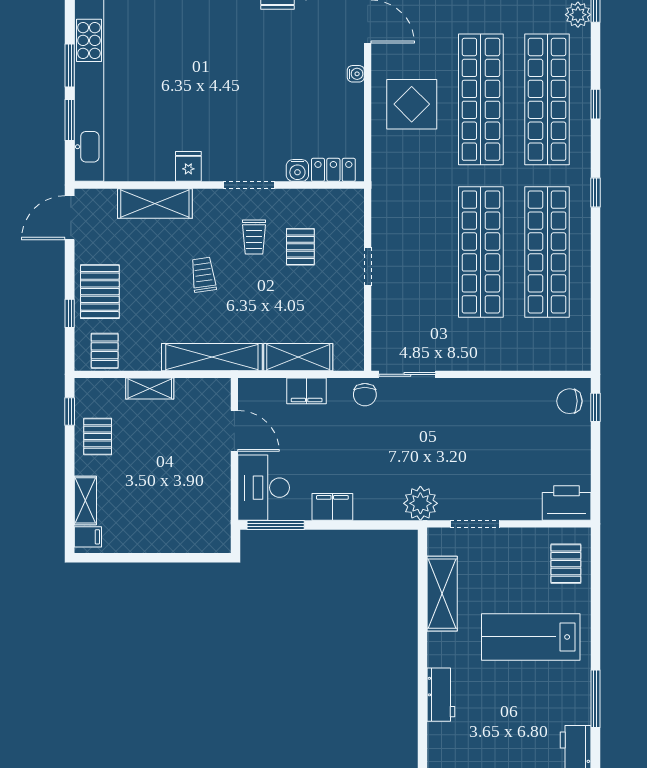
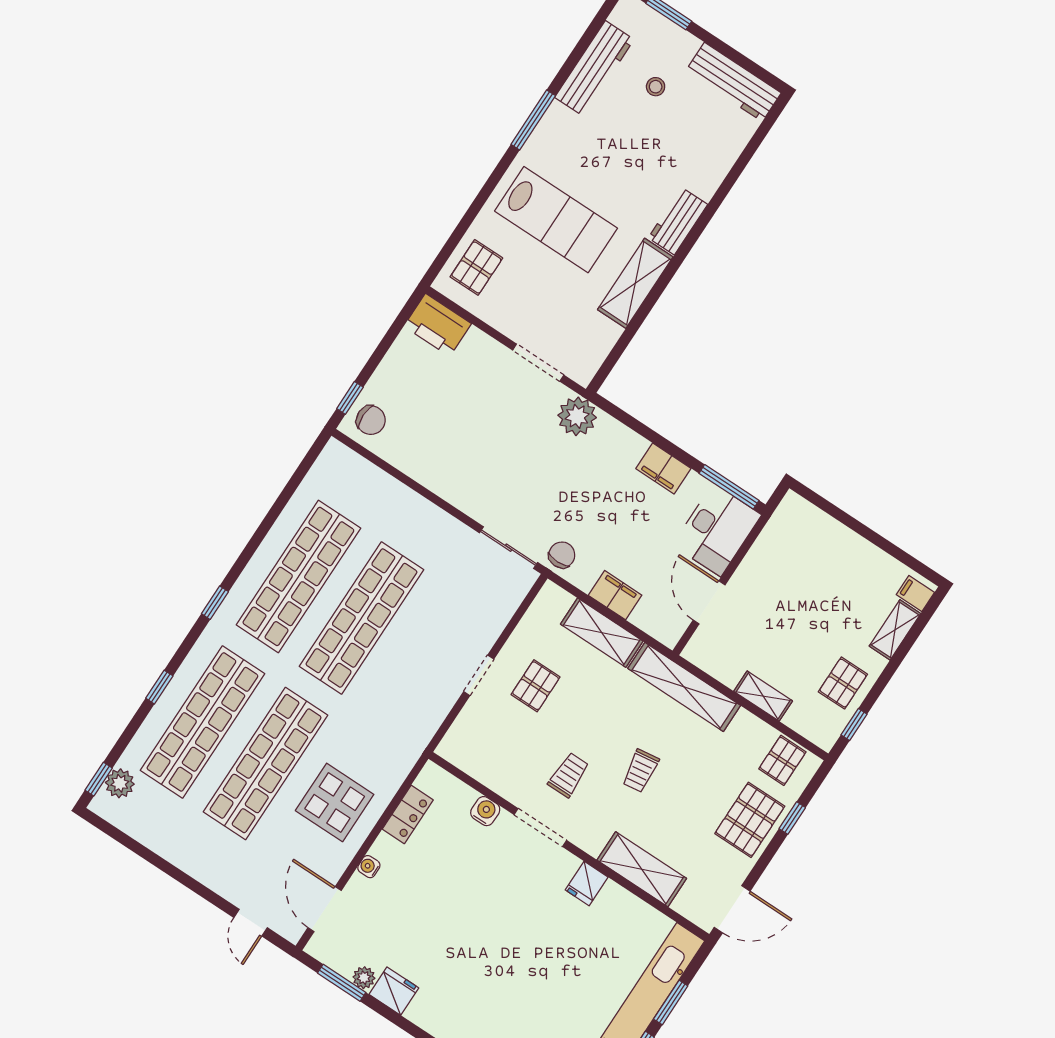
locker: (333, 170) -> (408, 814), moved, turned -90
pallet: (300, 247) -> (536, 686), moved
shelving: (442, 594) -> (635, 283), moved

